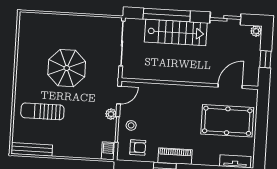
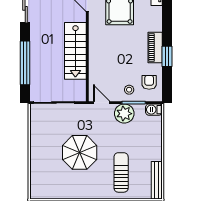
stairs: (176, 32) -> (75, 51), moved, turned 180
sun lounger: (42, 111) -> (121, 172), turned 180
plant: (111, 114) -> (124, 114), width x1.88, depth x1.88

